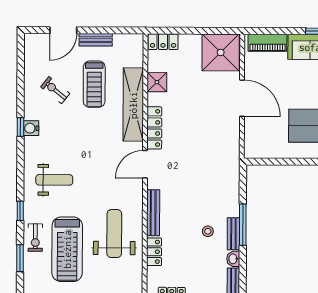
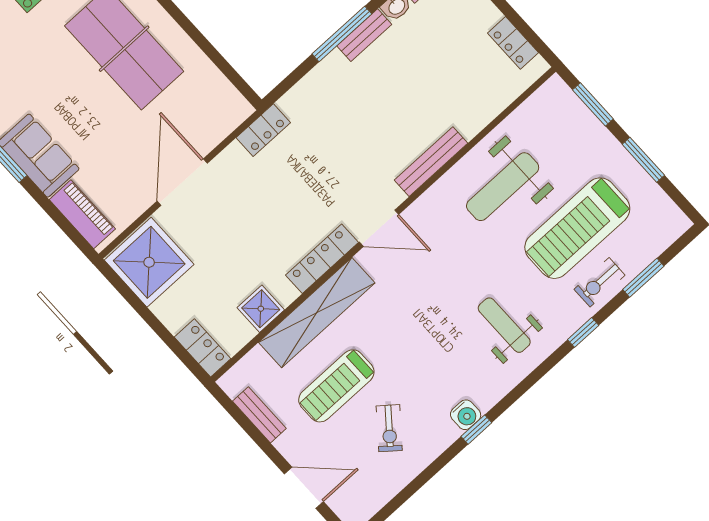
bench: (96, 40) -> (259, 415), moved
treadmill: (94, 84) -> (336, 386), turned 180
stool: (208, 231) -> (391, 71), removed
exercise bike: (35, 238) -> (600, 282), turned 180
treadmill: (67, 249) -> (577, 228), turned 180
locker: (154, 252) -> (263, 130), moved, turned 180

